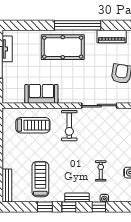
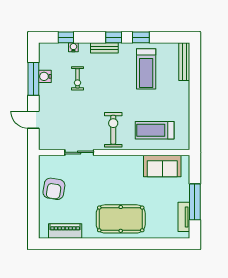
window: (78, 25) -> (104, 244), removed
sofa: (41, 94) -> (162, 166), moved
sliding door: (99, 106) -> (79, 152), width x0.73
window: (99, 207) -> (66, 37), moved

